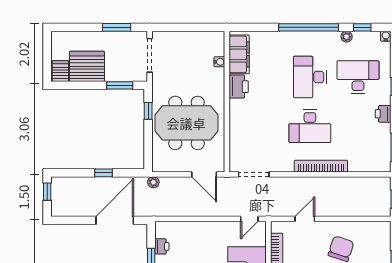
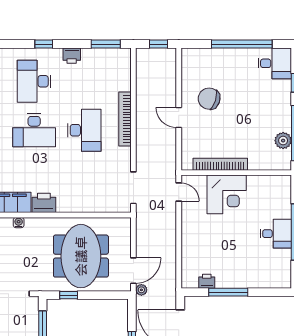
door: (204, 174) -> (133, 271), moved
door: (305, 219) -> (179, 118), moved

